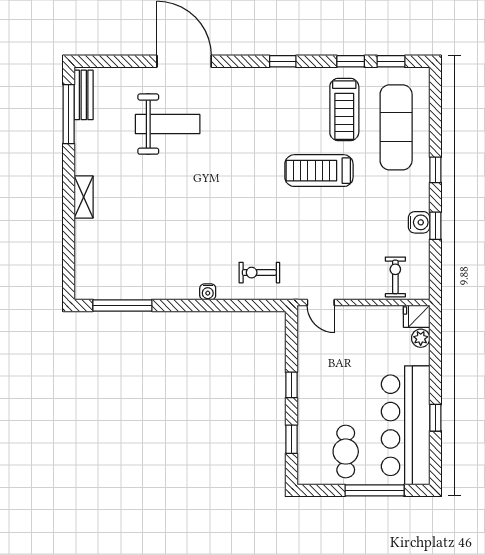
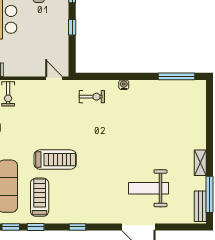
shelving: (84, 197) -> (200, 163), moved

